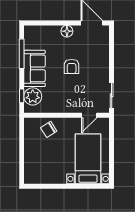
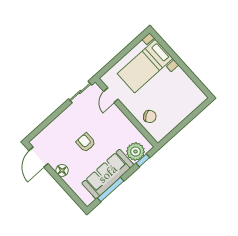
armchair: (72, 66) -> (86, 142), turned -90
sofa: (35, 68) -> (108, 174), width x1.36
door: (89, 115) -> (111, 95), swing flipped

